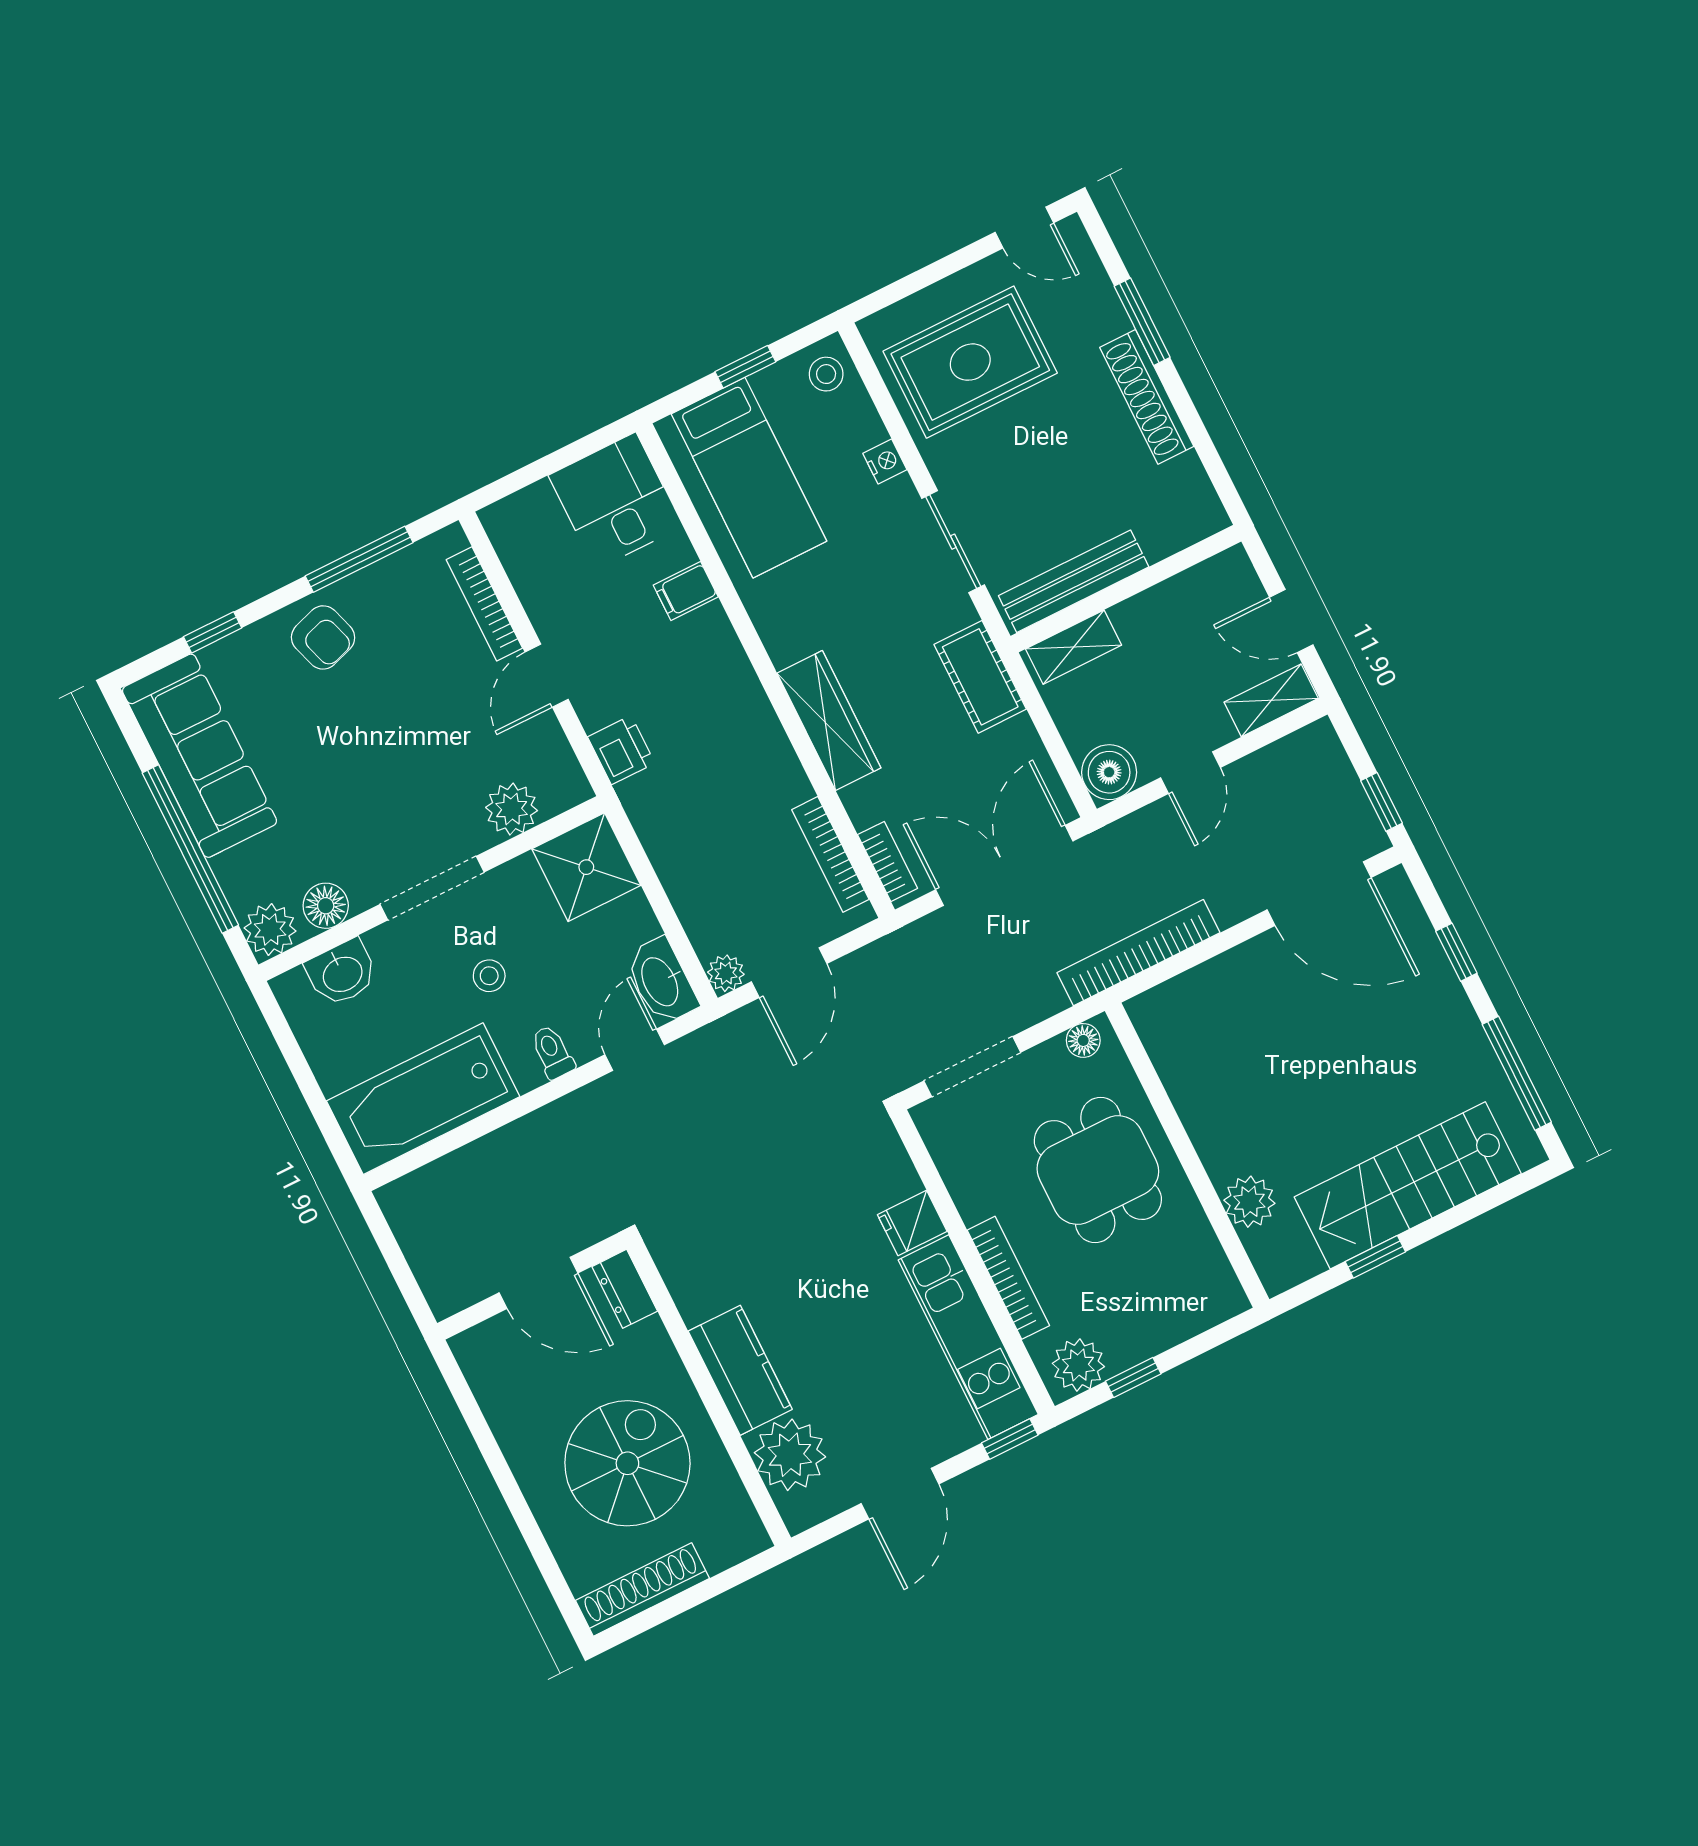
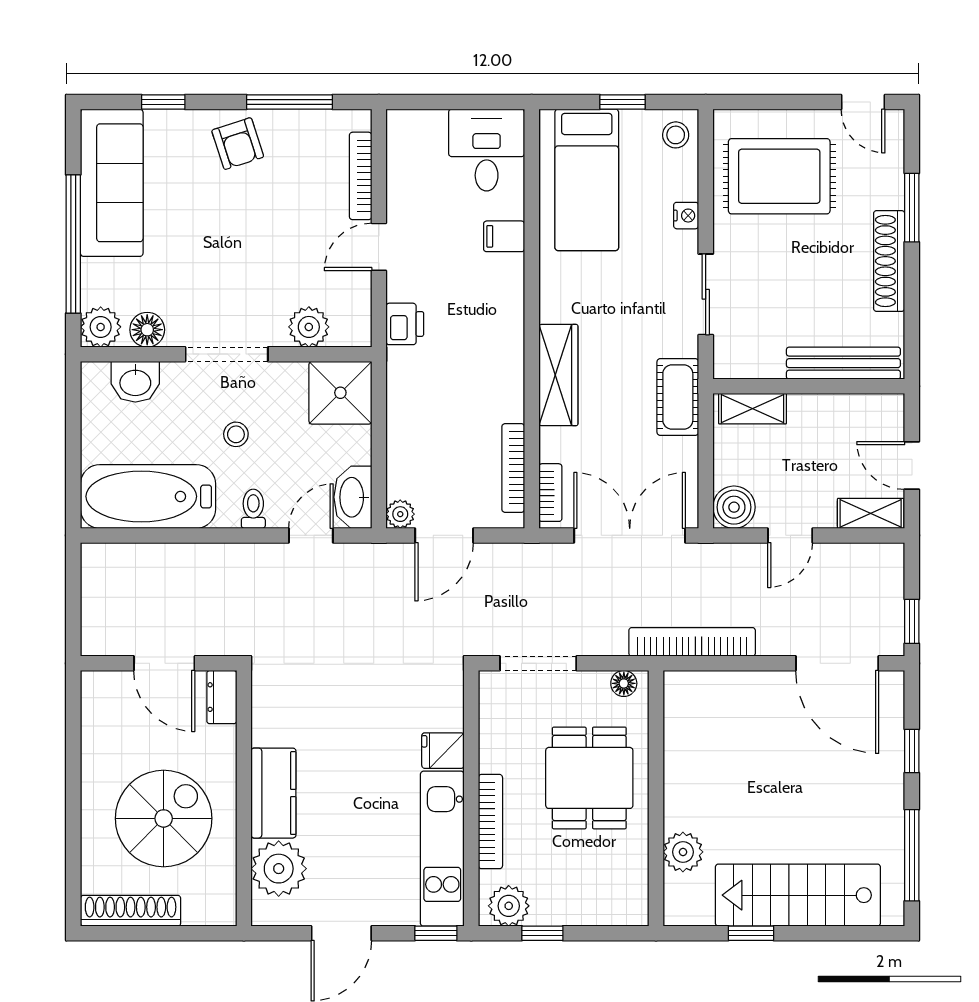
bench: (1074, 581) -> (843, 363), moved

